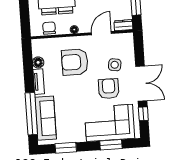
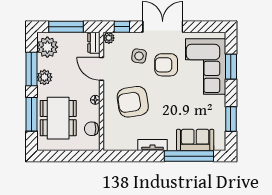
plant: (129, 38) -> (109, 38), added
floor lamp: (38, 62) -> (130, 144), removed
armchair: (75, 62) -> (133, 102), turned 81
window: (143, 114) -> (122, 27), moved
sofa: (46, 118) -> (195, 140), width x0.73

